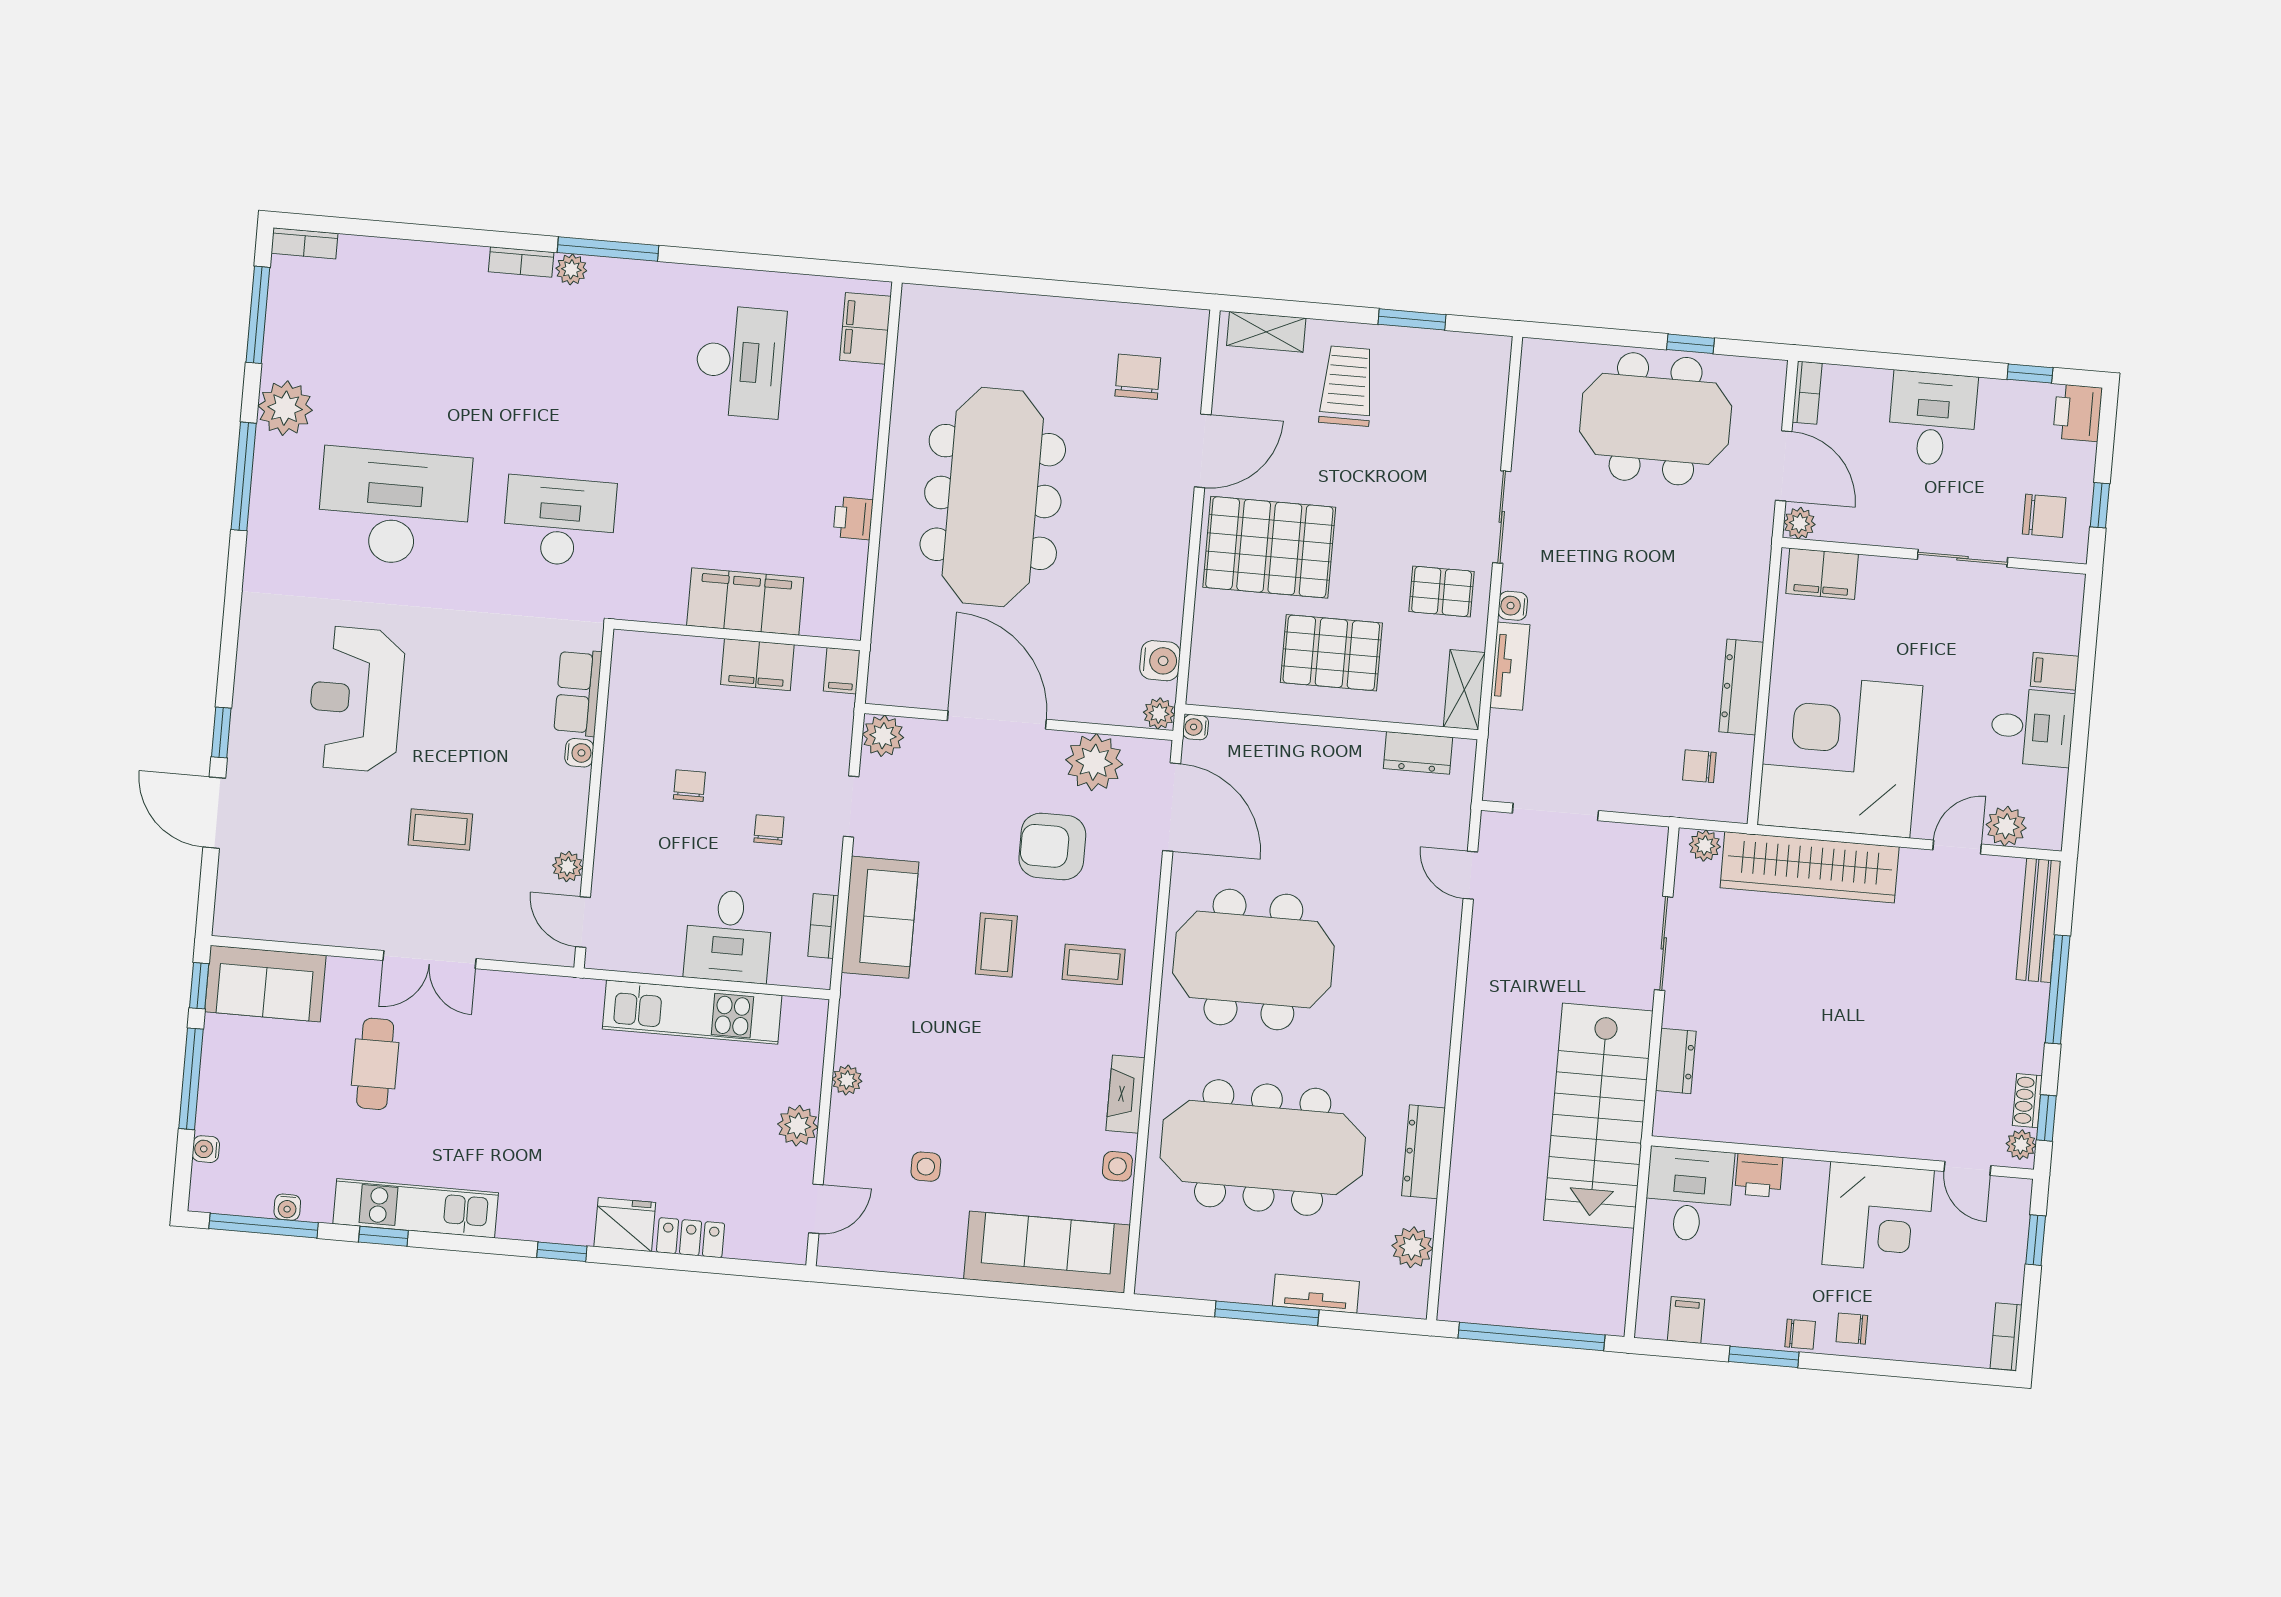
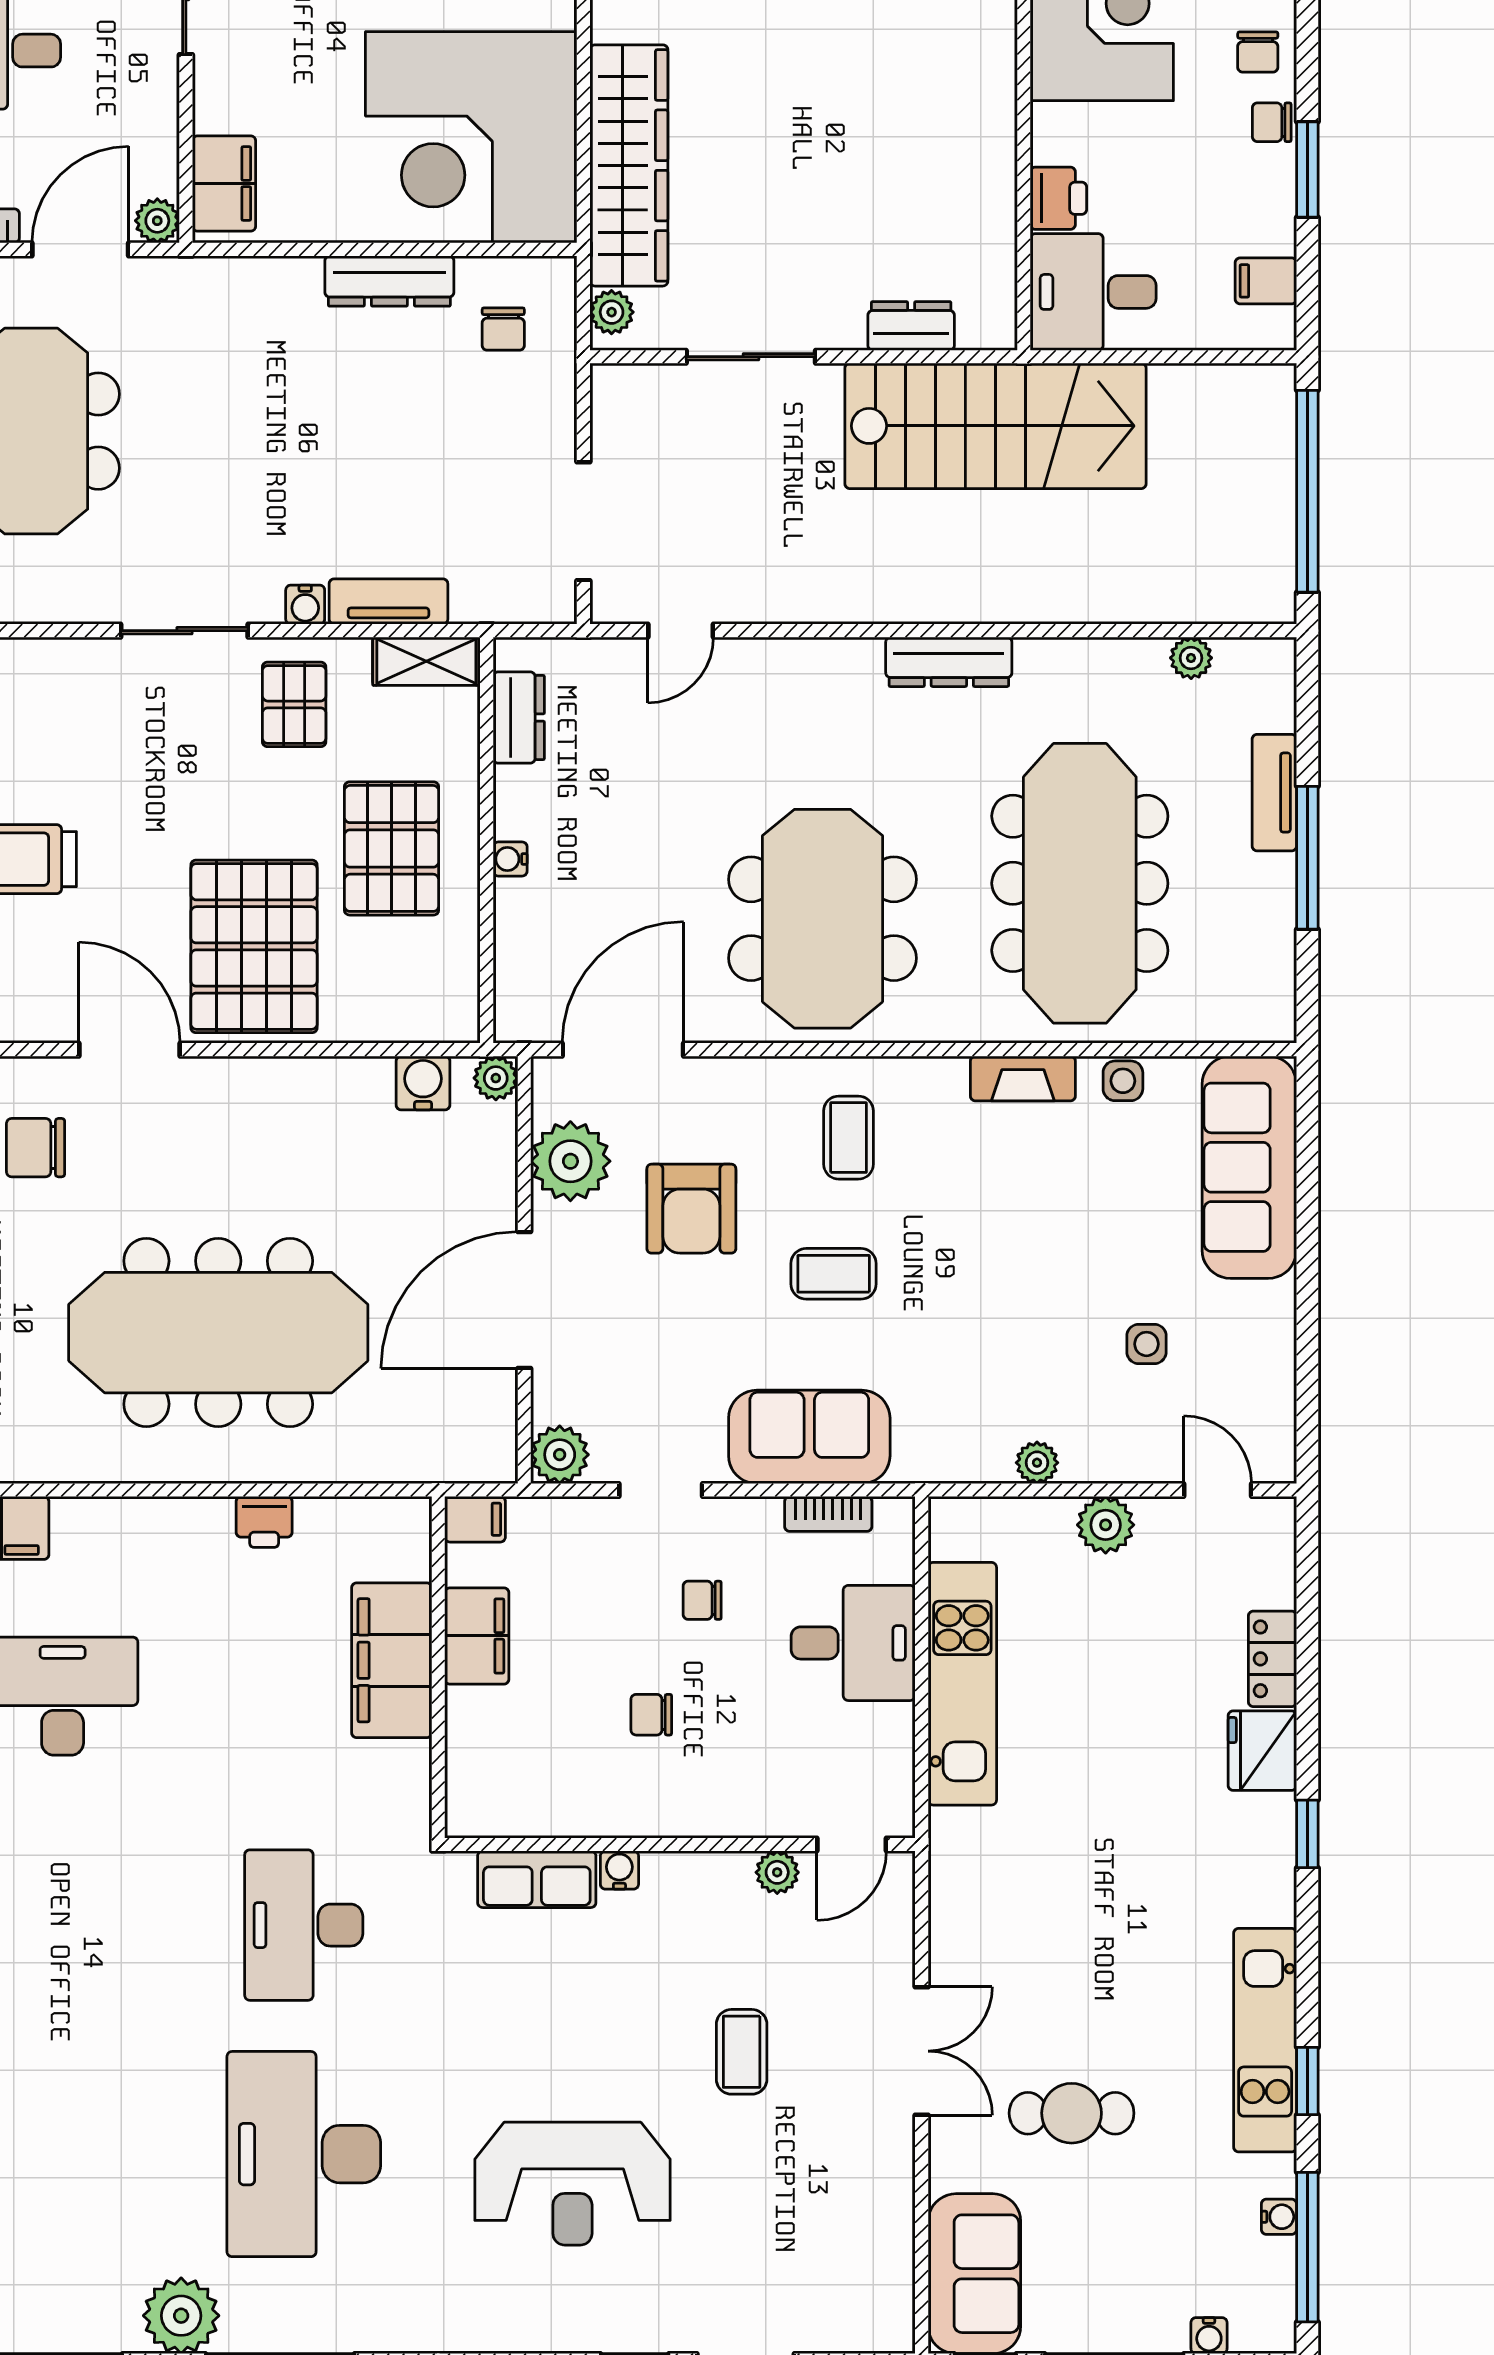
water cooler: (1196, 727) -> (510, 859), moved, turned 90
dresser: (1424, 1152) -> (949, 662), moved
plant: (1412, 1247) -> (1191, 658), width x0.73, depth x0.73
chair: (1800, 1334) -> (1272, 122), turned -90

